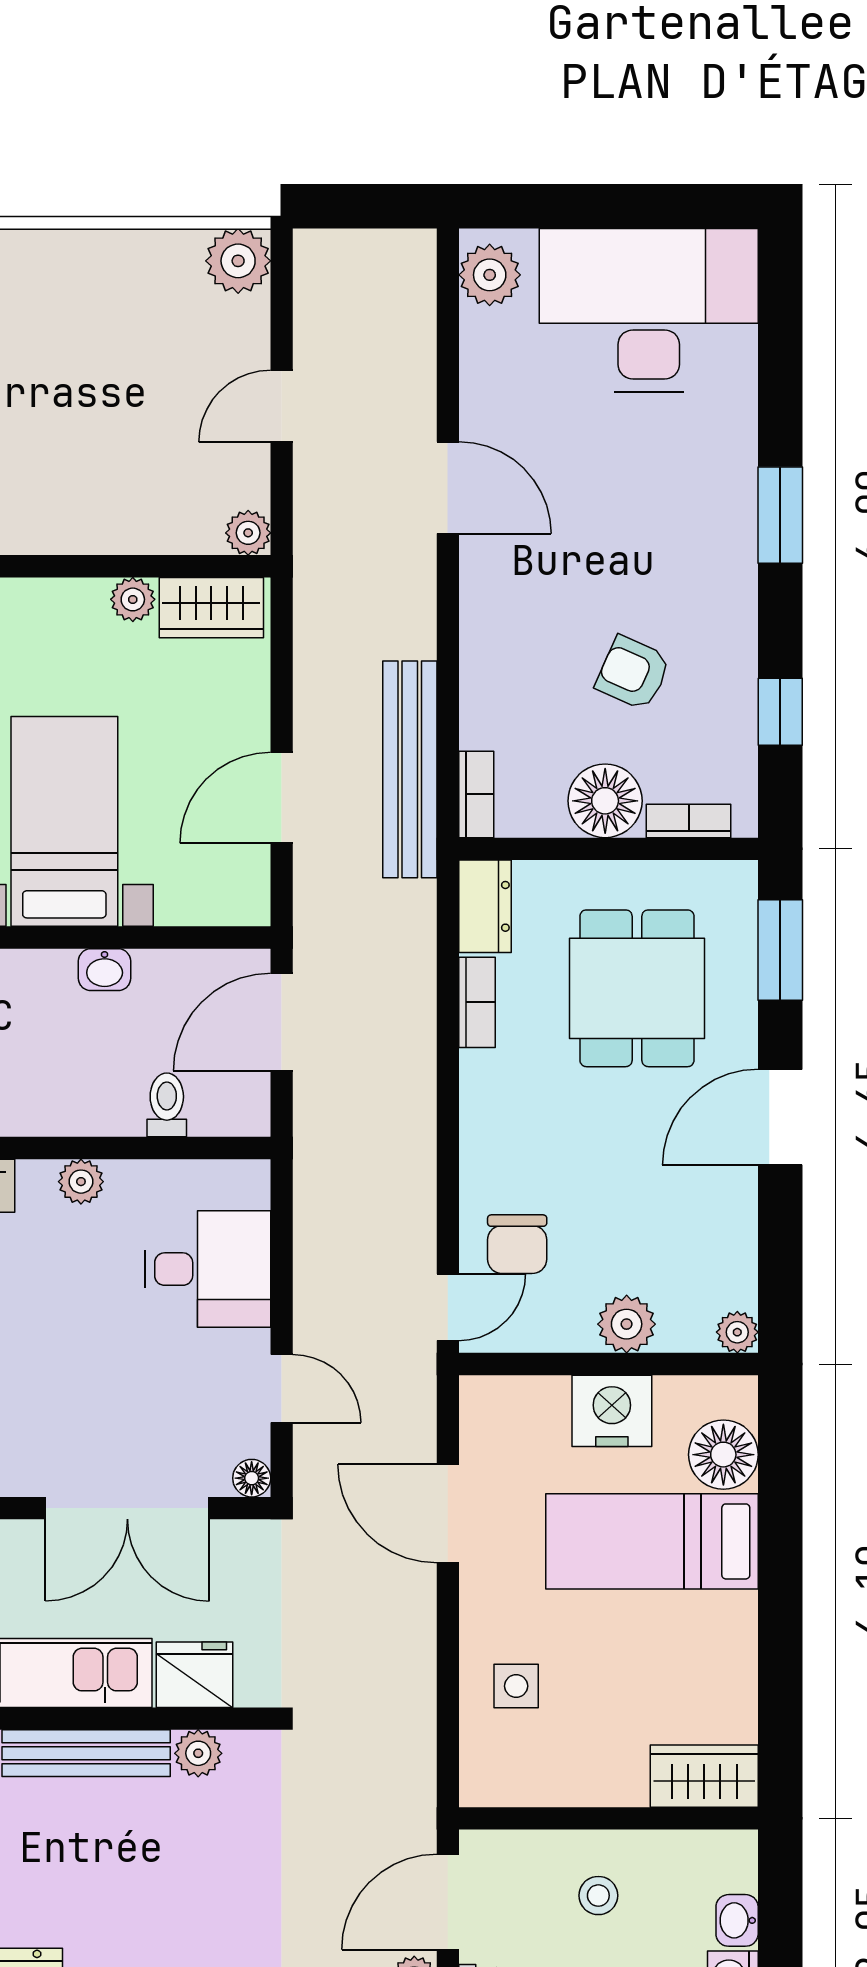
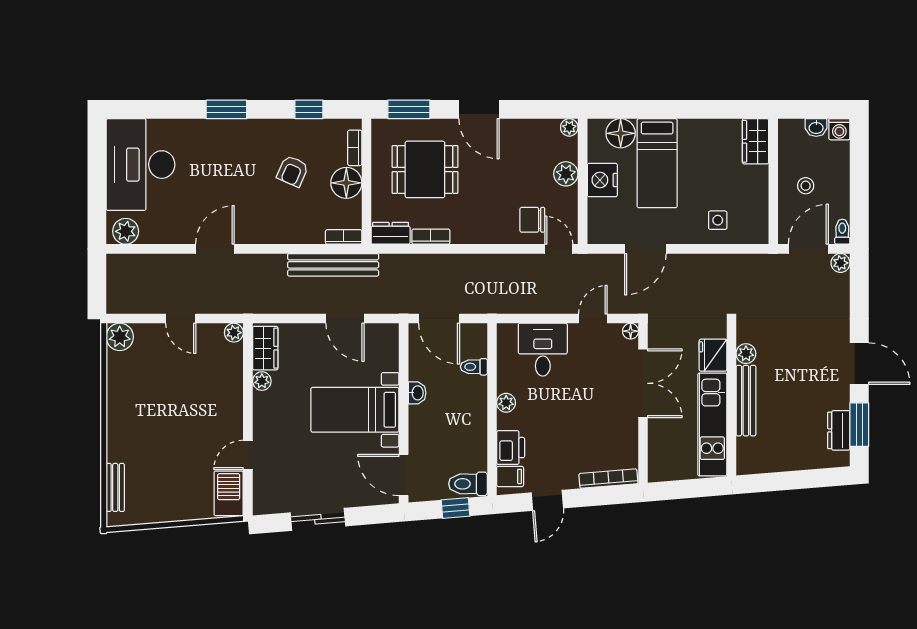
chair: (517, 1244) -> (532, 220), turned 180
door: (448, 1902) -> (808, 249), swing flipped

